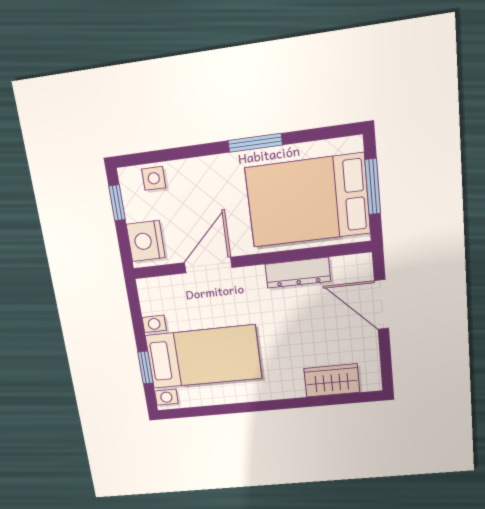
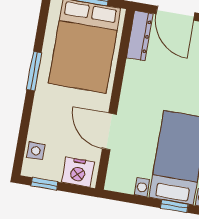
dresser: (298, 273) -> (140, 36), moved
door: (382, 305) -> (175, 13), hinge flipped

